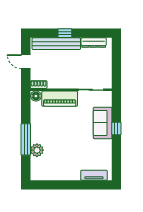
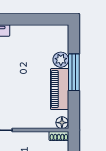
piano: (60, 99) -> (60, 89), moved, turned -90

